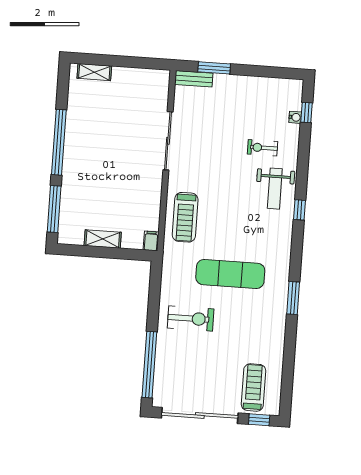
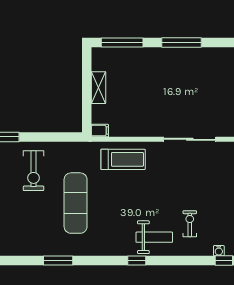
window: (59, 142) -> (182, 42), width x0.68
weight bench: (275, 189) -> (154, 237), turned 180
treadmill: (185, 217) -> (123, 159), turned 180

